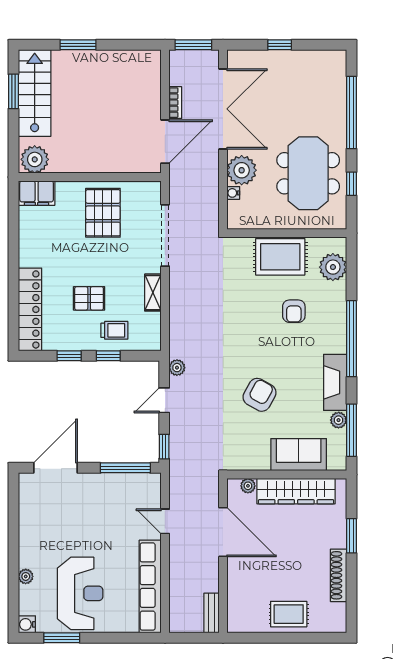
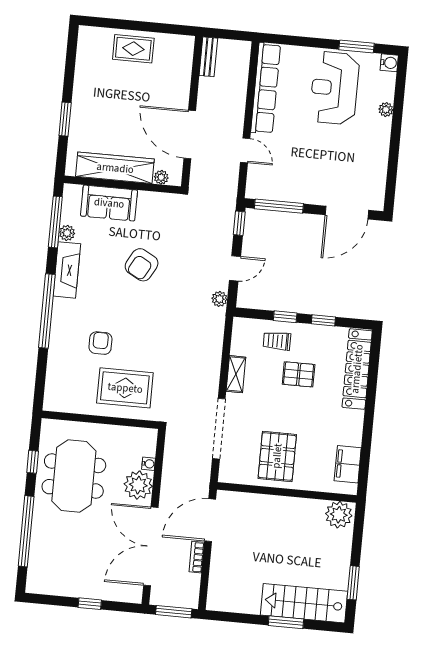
stairs: (35, 93) -> (304, 603), moved, turned 90
filing cabinet: (37, 193) -> (348, 464), moved, turned -90
rug: (280, 257) -> (125, 388), moved
plant: (333, 267) -> (58, 382), removed
shoe rack: (339, 575) -> (81, 82), removed

